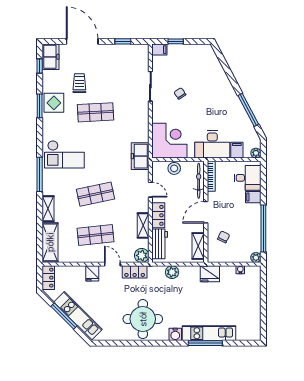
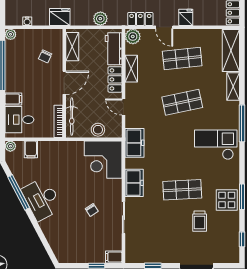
freezer: (51, 57) -> (134, 183), moved, turned 180
desk: (212, 144) -> (42, 199), moved, turned -118

